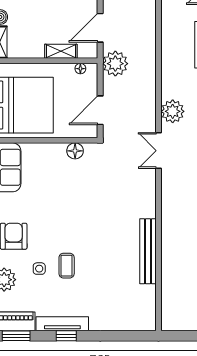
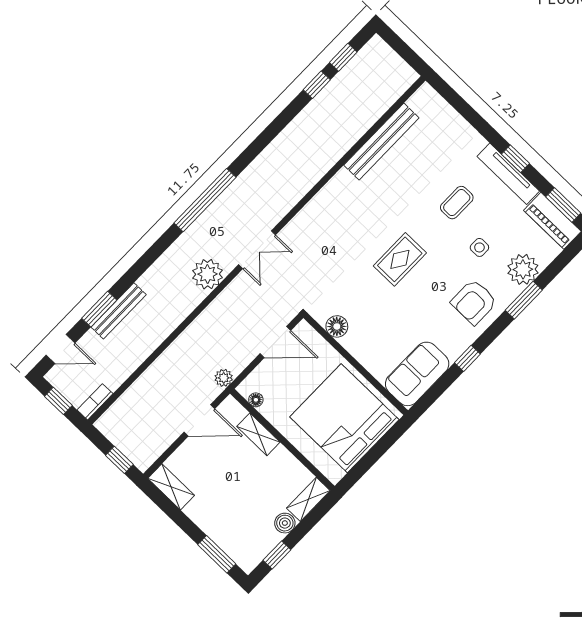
plant: (115, 64) -> (224, 378), width x0.53, depth x0.53
rug: (76, 220) -> (400, 259), added
bench: (148, 251) -> (381, 141), moved
coffee table: (67, 266) -> (457, 203), moved

